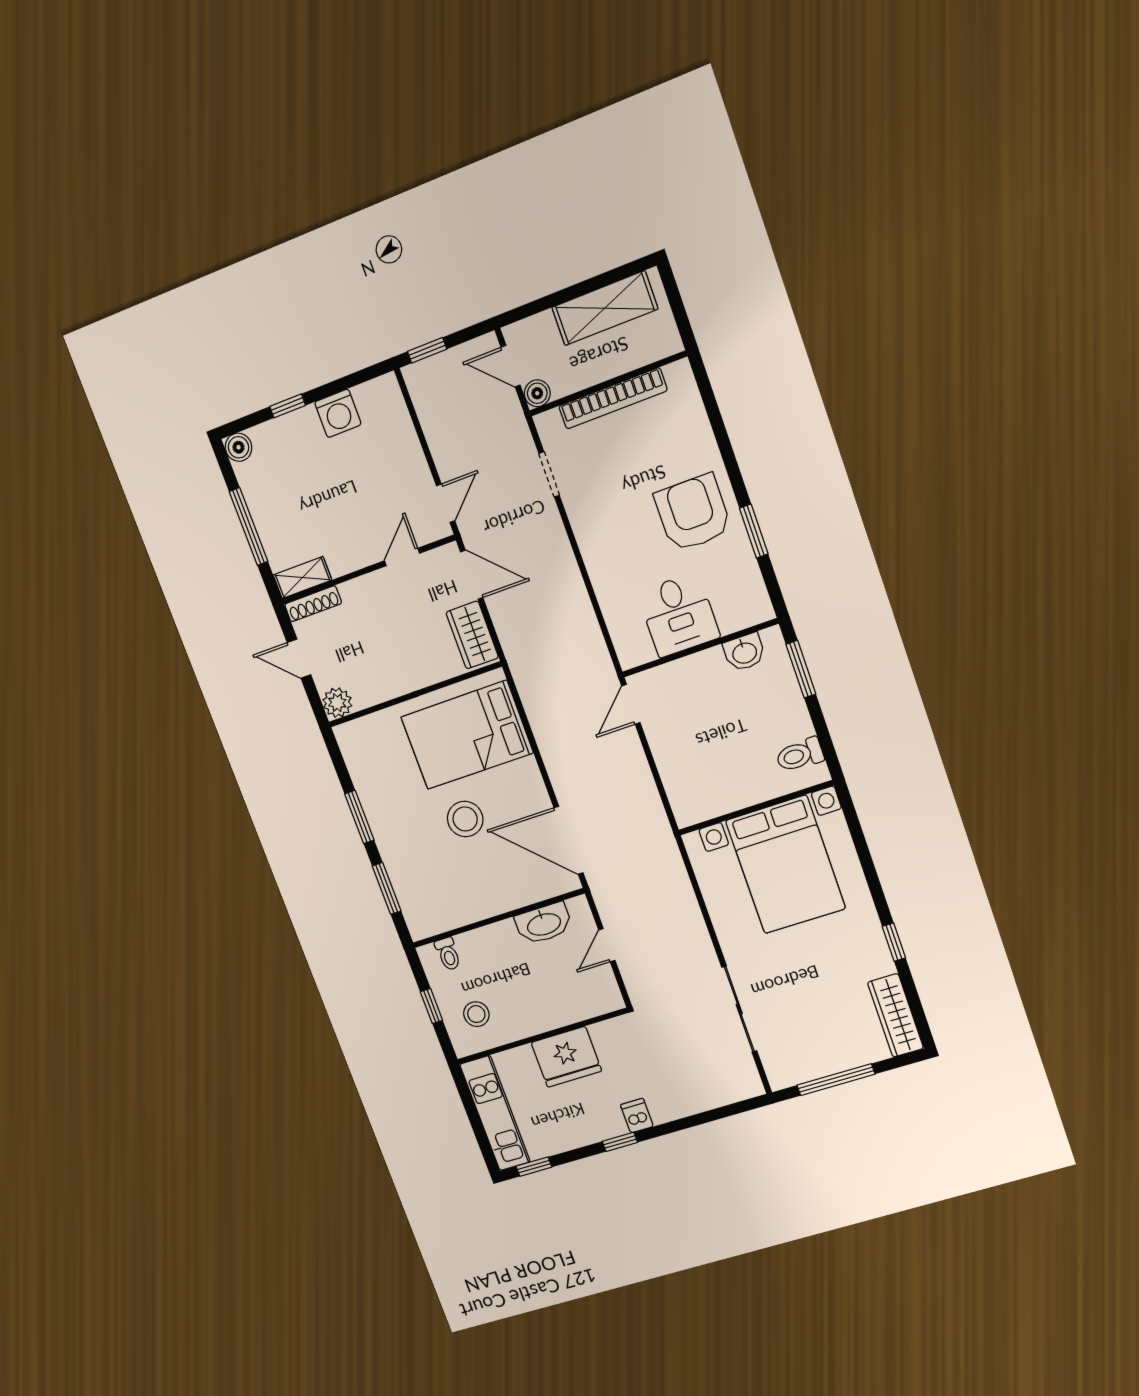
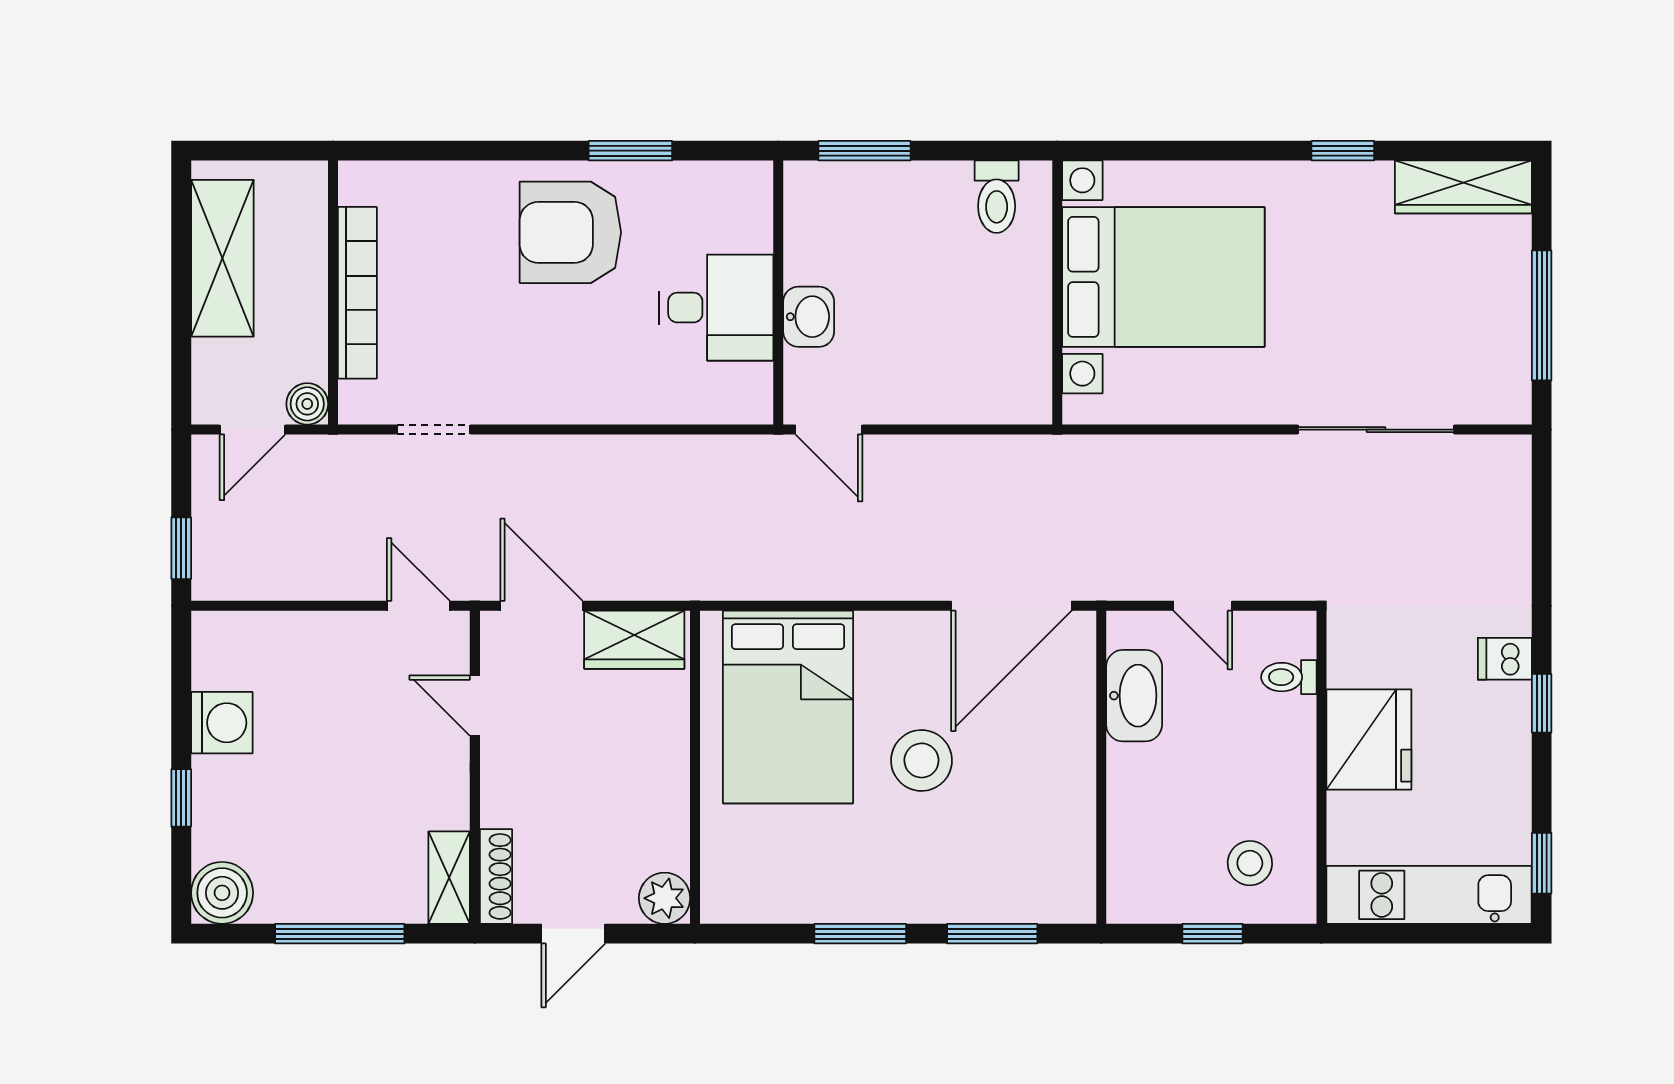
boiler: (239, 447) -> (222, 893), width x1.36, depth x1.36
door: (472, 575) -> (541, 606), hinge flipped
washbasin: (744, 652) -> (809, 317), moved
toilet: (448, 954) -> (1289, 677), moved, turned 180

